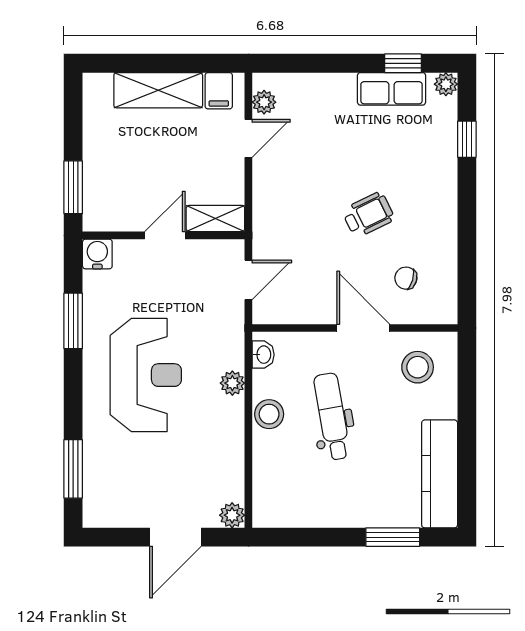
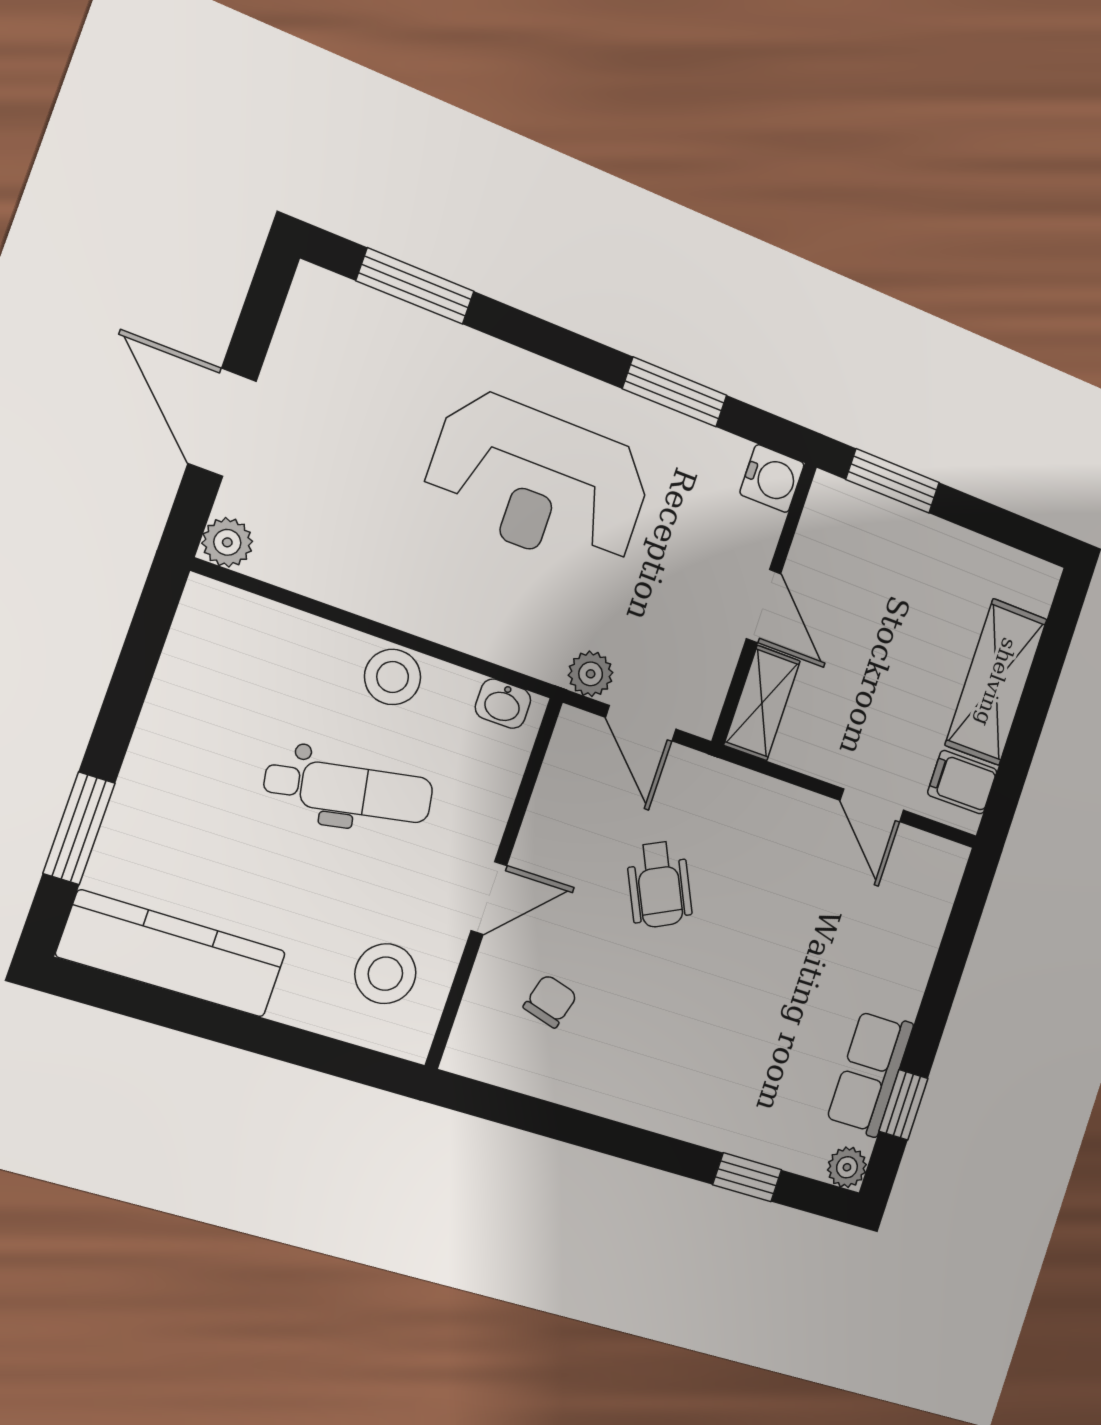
plant: (264, 102) -> (920, 852), removed
wheelchair: (368, 215) -> (659, 884), moved
door: (363, 328) -> (489, 898), width x0.73
plant: (232, 383) -> (591, 674), moved

